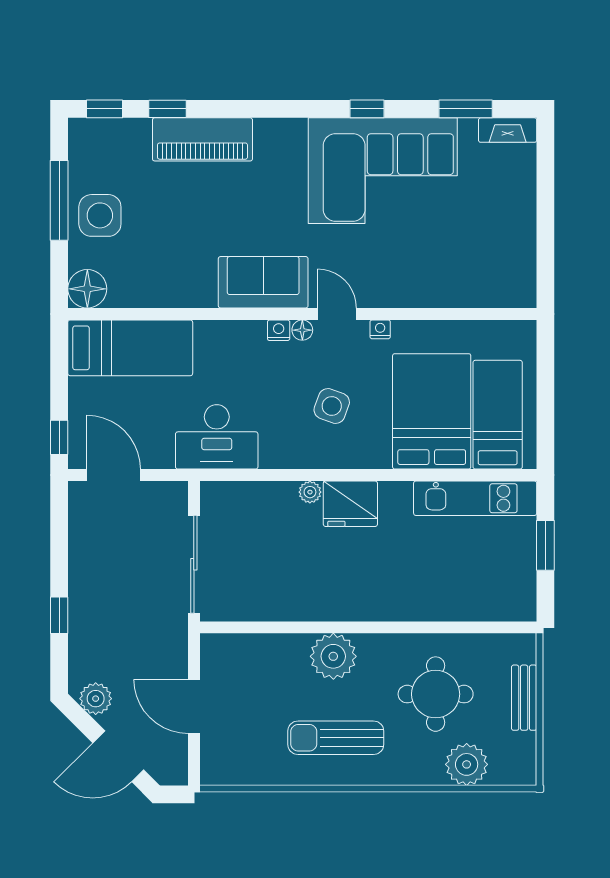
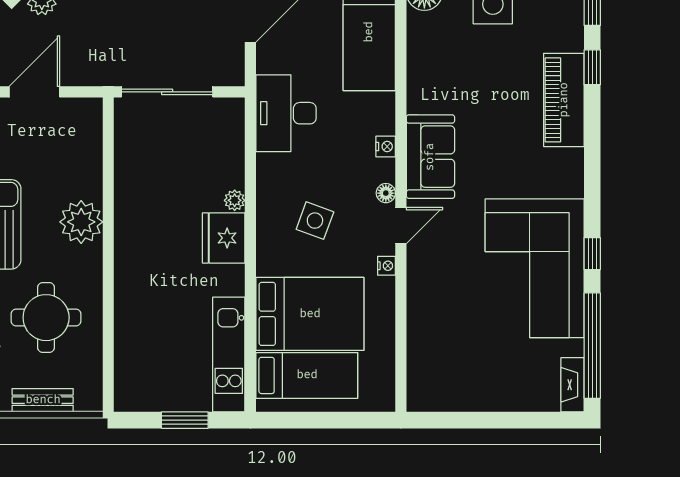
window: (466, 109) -> (592, 346), width x2.11
nightstand: (279, 330) -> (386, 147), moved

